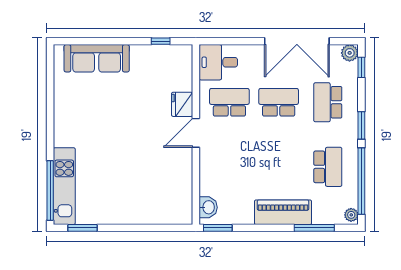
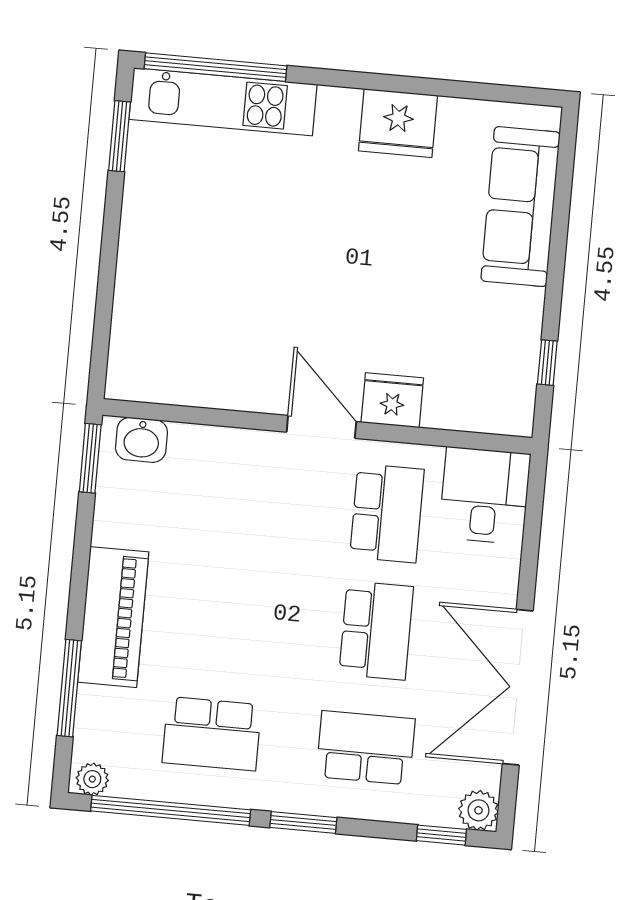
fridge: (66, 112) -> (398, 123), added

